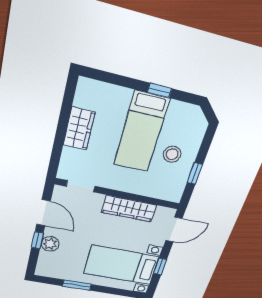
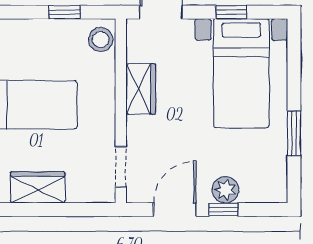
stool: (172, 154) -> (101, 40), moved
wardrobe: (129, 209) -> (141, 89), width x0.67

